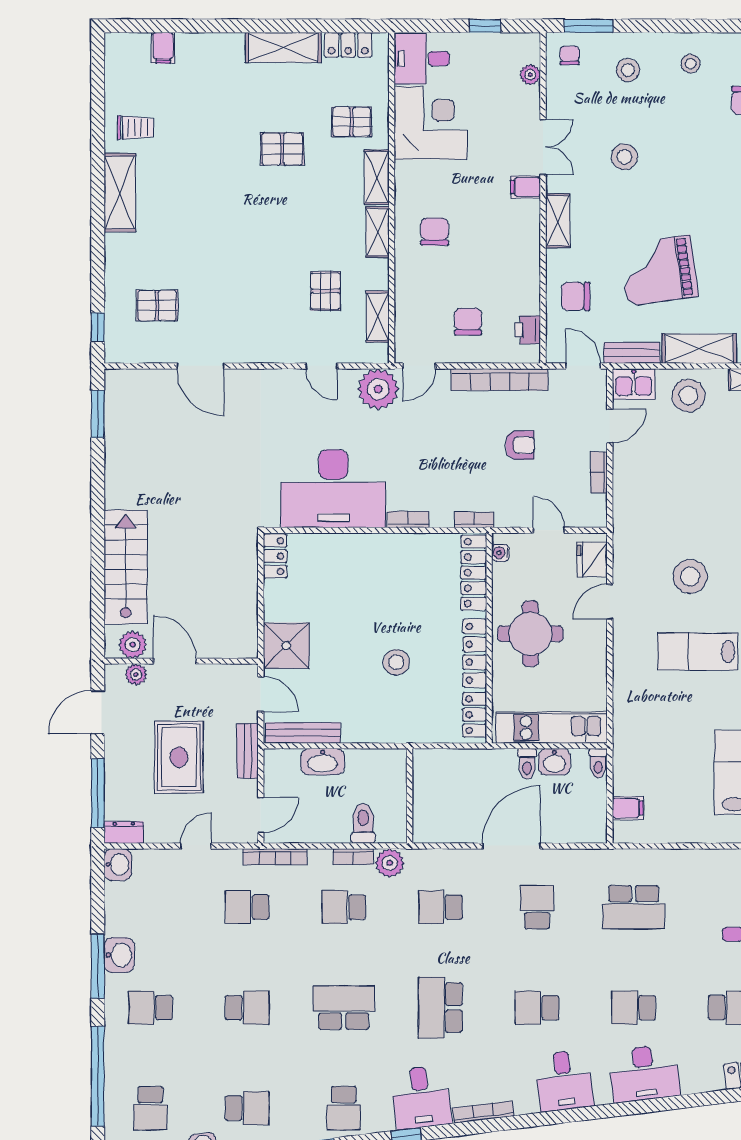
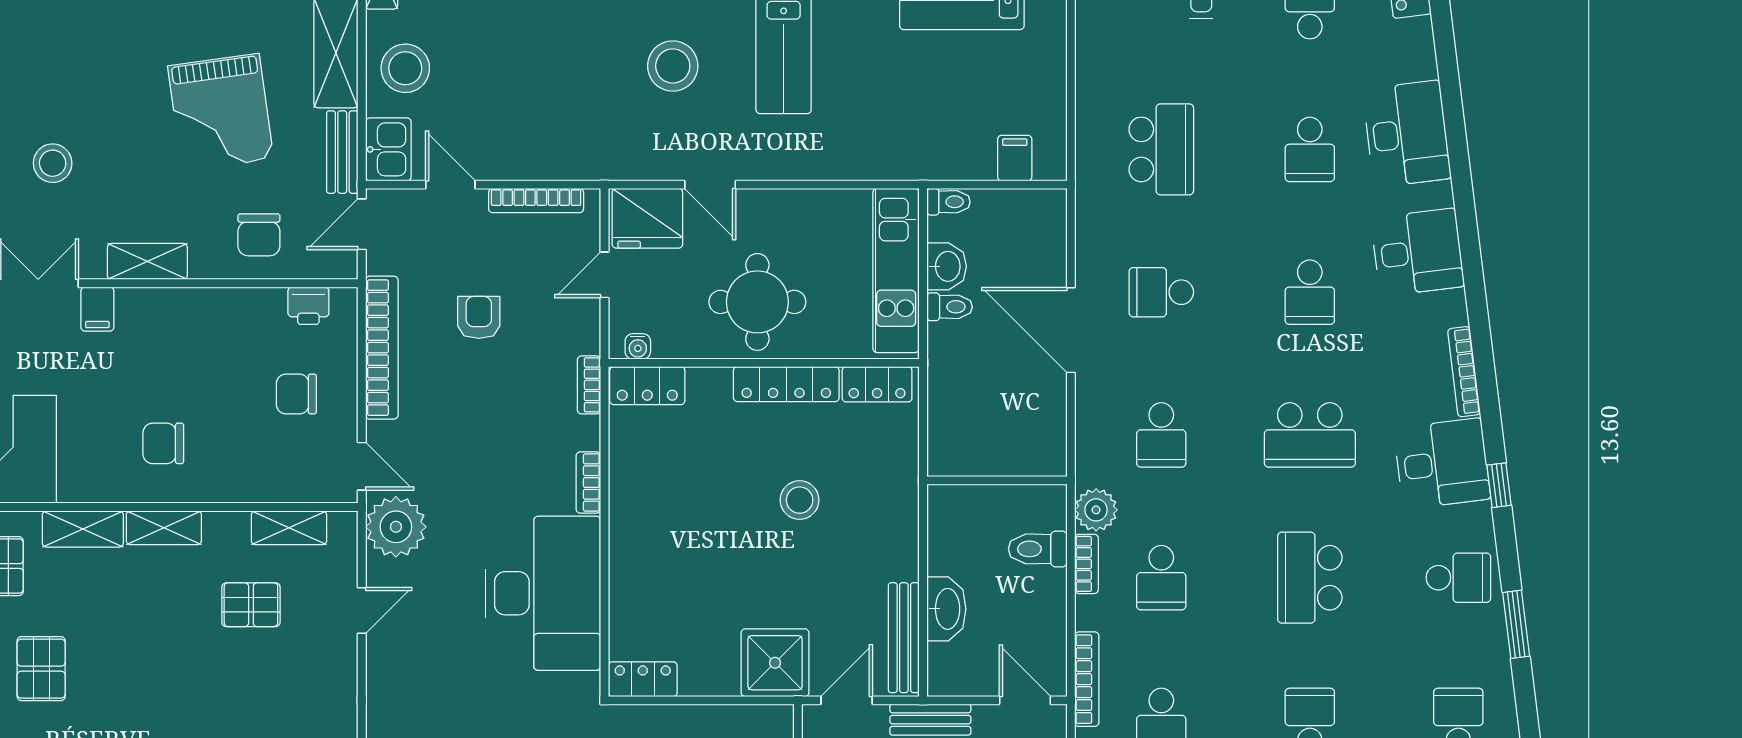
bookcase: (599, 472) -> (536, 201), width x1.56
fridge: (592, 559) -> (647, 218), width x1.36, depth x1.34
locker: (474, 573) -> (647, 386), width x0.66

